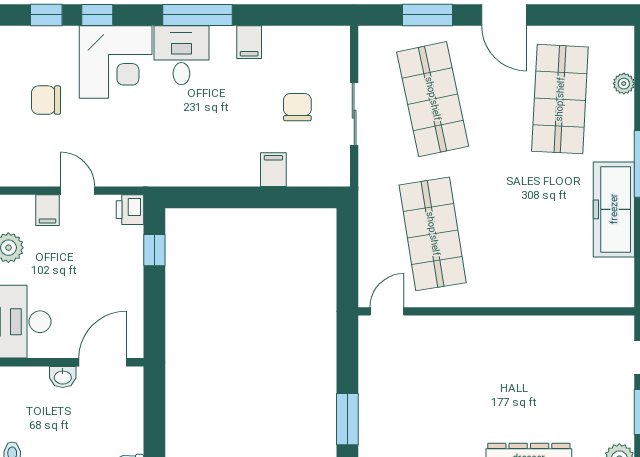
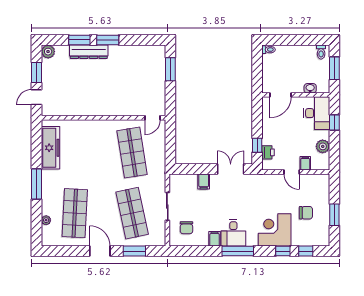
desk: (181, 55) -> (233, 233), moved
chair: (297, 107) -> (186, 228), moved
double door: (213, 197) -> (231, 169), added
freezer: (614, 209) -> (51, 148), moved
printer: (130, 210) -> (268, 152), moved
washbasin: (63, 377) -> (310, 88), moved

